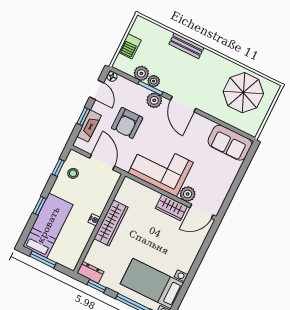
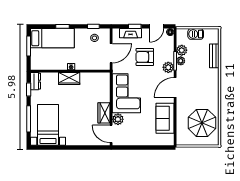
bench: (187, 46) -> (214, 56), moved
sofa: (230, 143) -> (165, 118), moved
wardrobe: (111, 223) -> (69, 79), width x0.67

